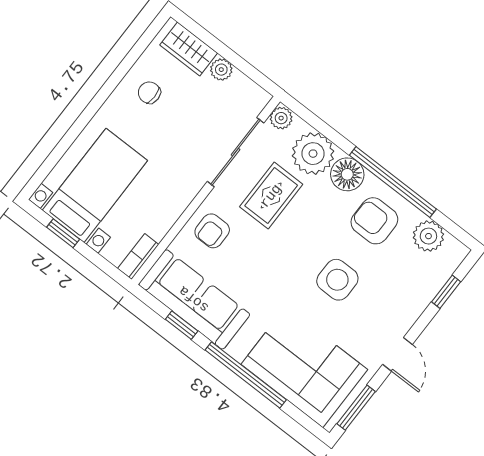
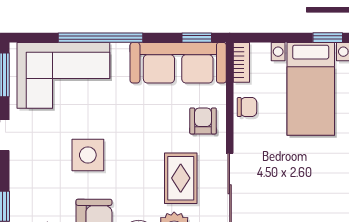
chair: (149, 93) -> (247, 107), moved
window: (63, 233) -> (328, 38), moved
window: (182, 325) -> (197, 38), moved

